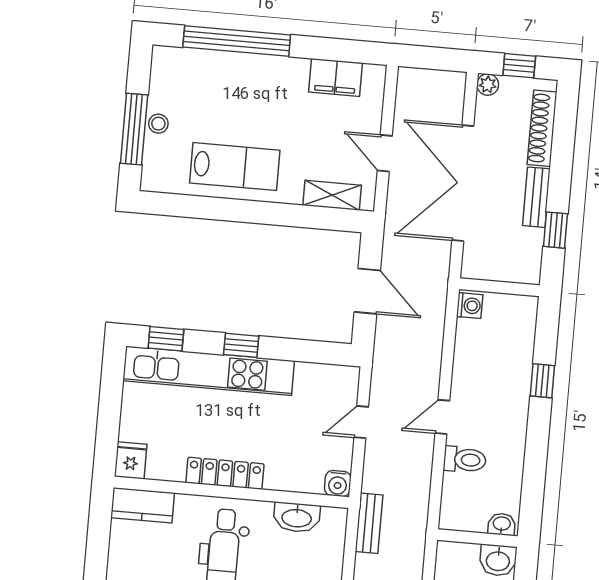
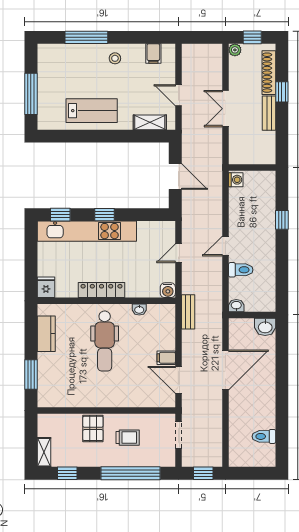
window: (237, 41) -> (86, 37), width x0.68
filing cabinet: (336, 77) -> (153, 54), width x0.50
stool: (158, 124) -> (115, 58), moved
double door: (463, 183) -> (225, 109), width x0.54
window: (556, 230) -> (282, 92), moved
kitchen counter: (143, 505) -> (46, 334), moved, turned -90
washbasin: (297, 517) -> (139, 310), width x0.52, depth x0.69
washbasin: (502, 524) -> (236, 306), moved

